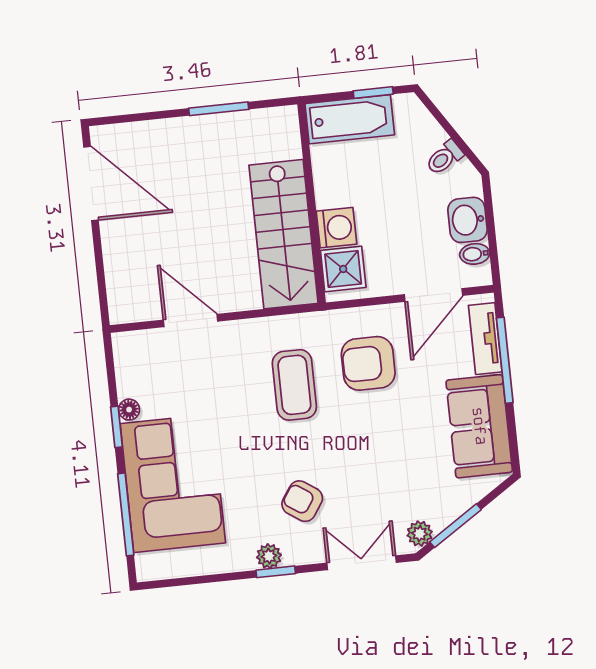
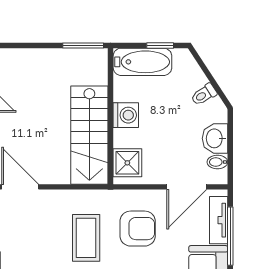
window: (219, 109) -> (83, 45), moved
washing machine: (336, 228) -> (126, 115), moved
armchair: (368, 363) -> (138, 229), turned 180

